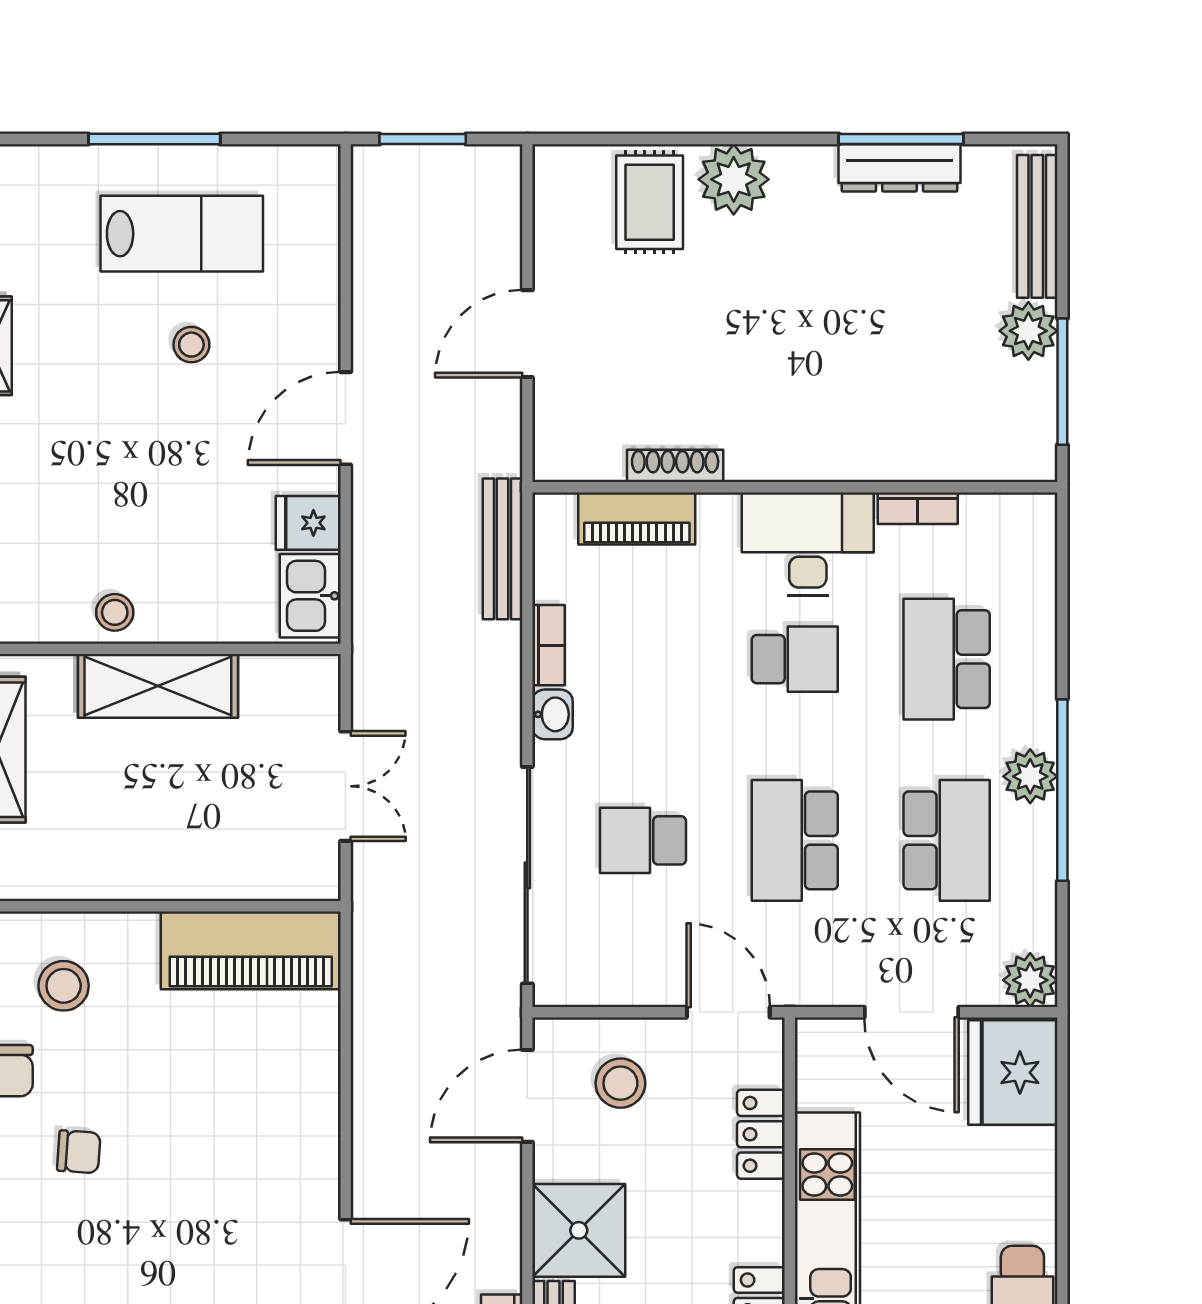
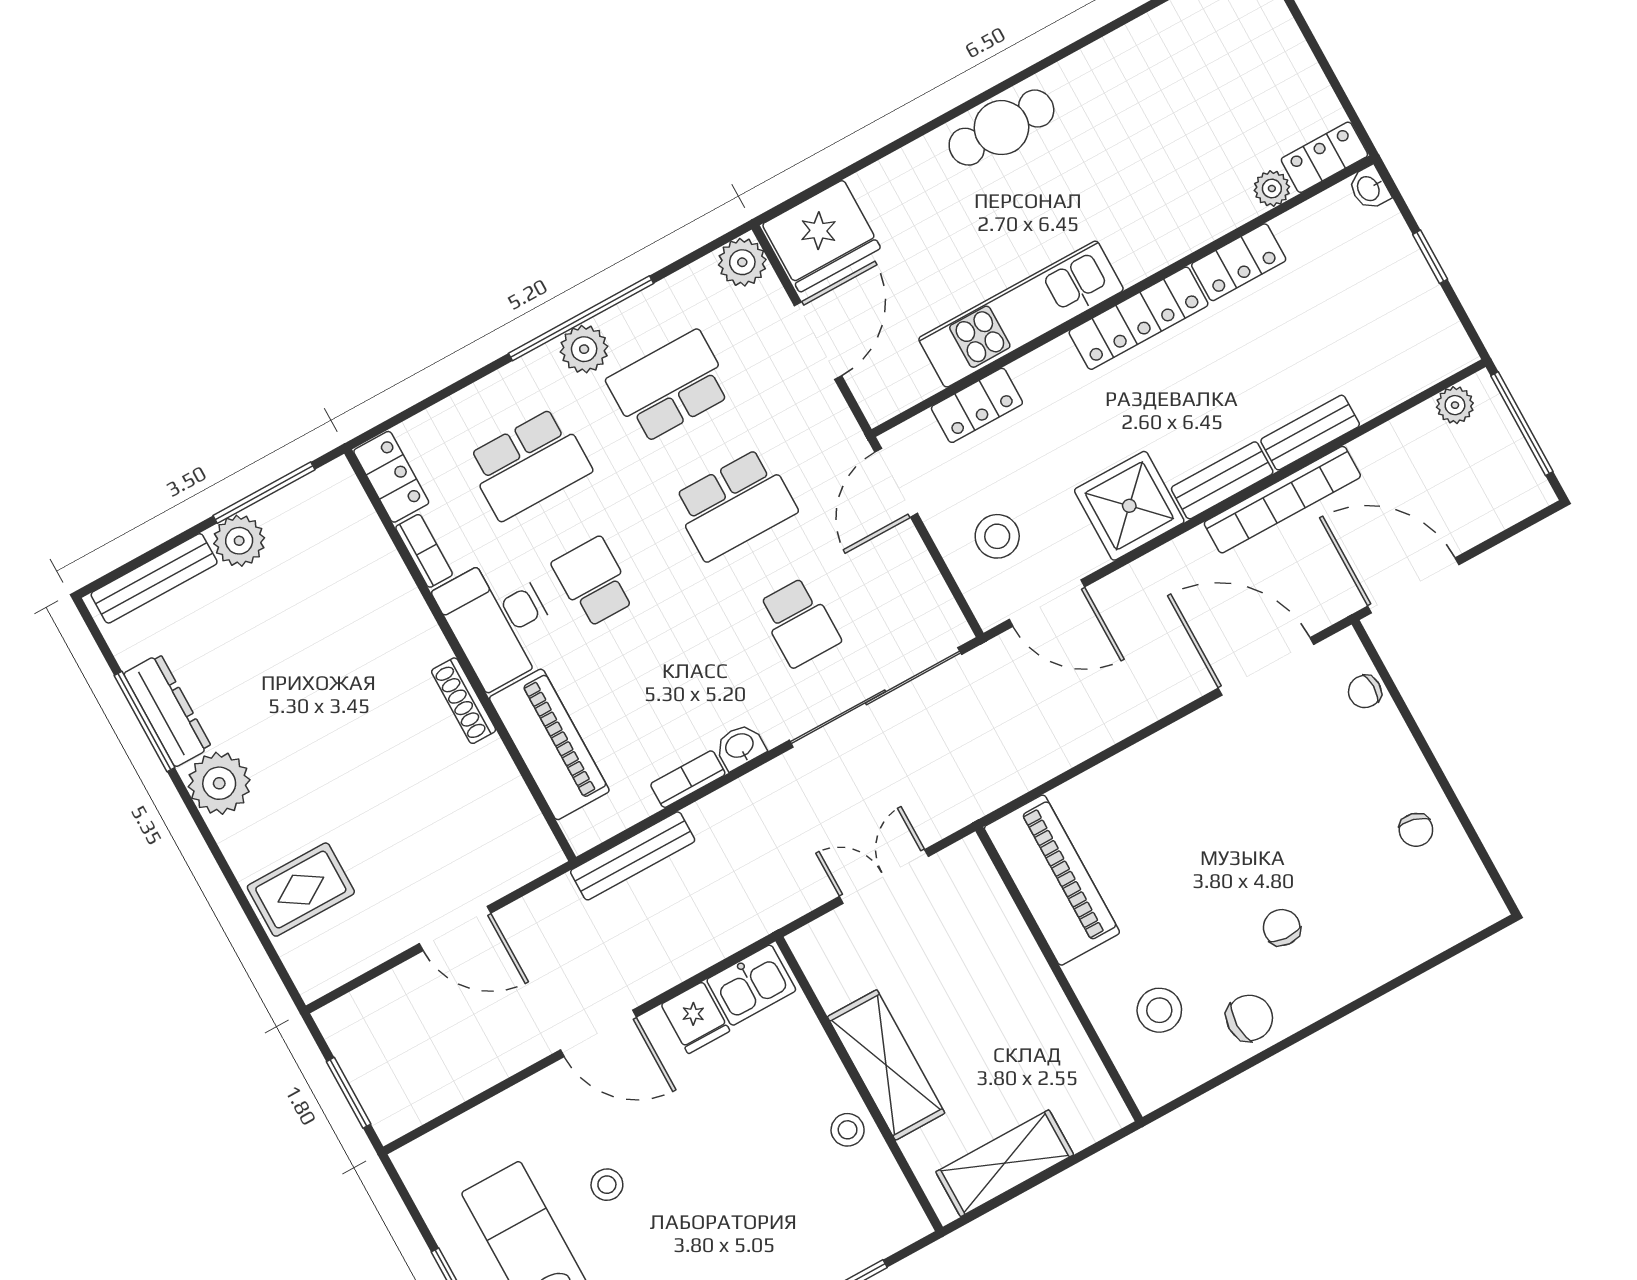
plant: (734, 179) -> (219, 783), moved
shoe rack: (675, 466) -> (464, 701), moved
locker: (1009, 516) -> (391, 477), added
piano: (637, 518) -> (549, 744), width x1.37, depth x1.33

